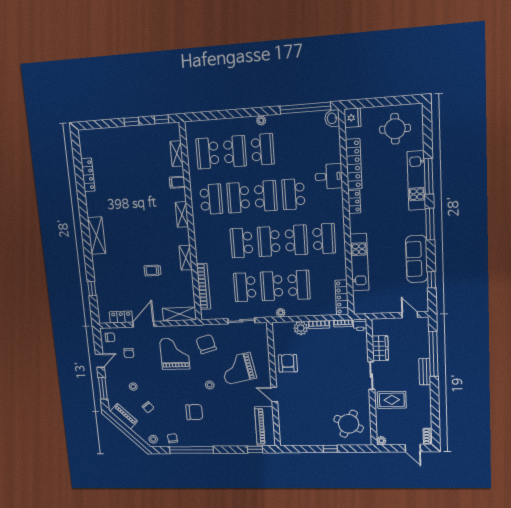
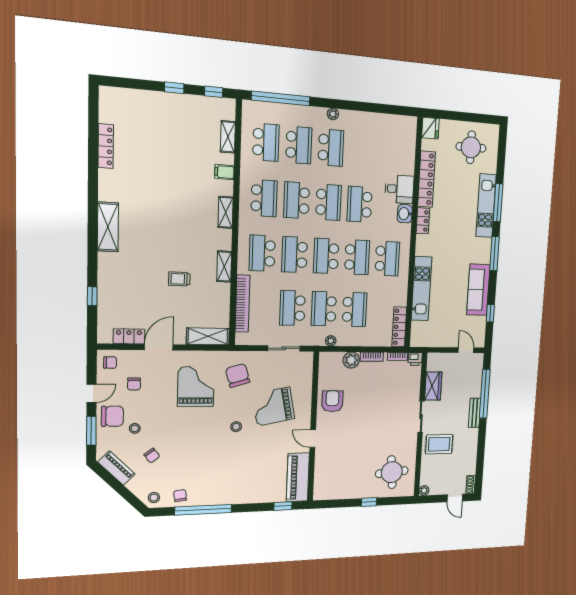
window: (305, 108) -> (281, 98), moved
washbasin: (332, 118) -> (405, 214), moved
school desk: (207, 153) -> (266, 142), turned 180
school desk: (215, 244) -> (262, 253), added
chair: (194, 412) -> (112, 416), moved
round table: (349, 424) -> (392, 472), turned -31

